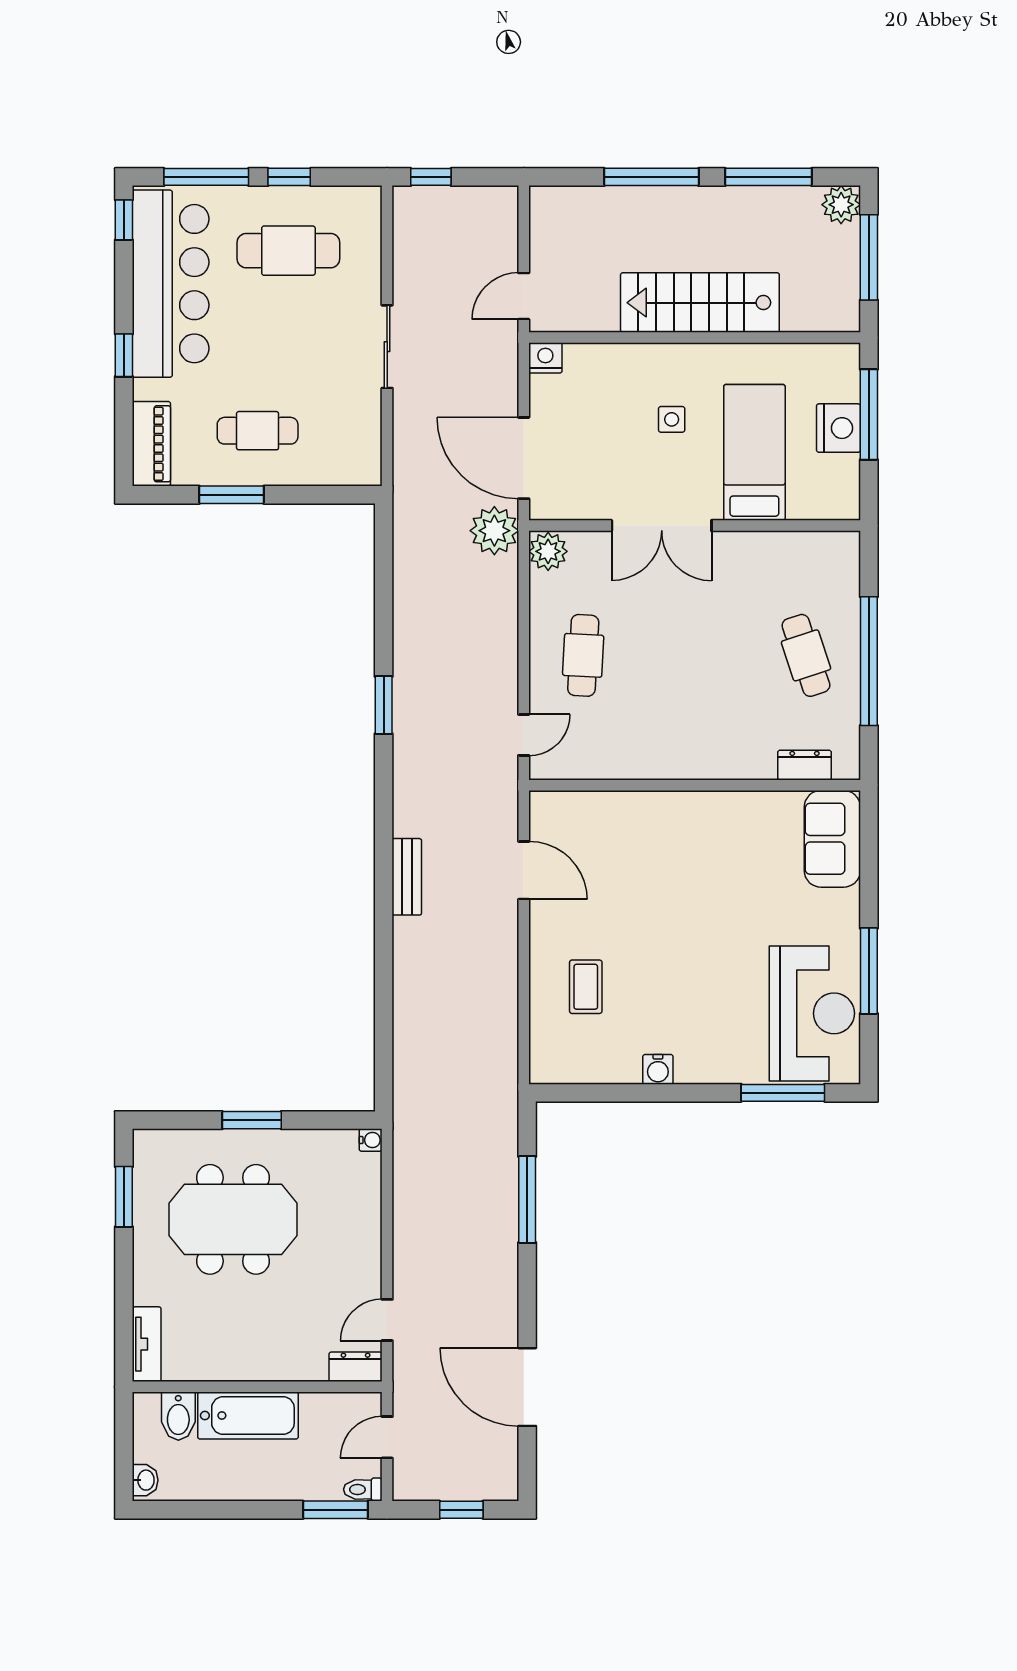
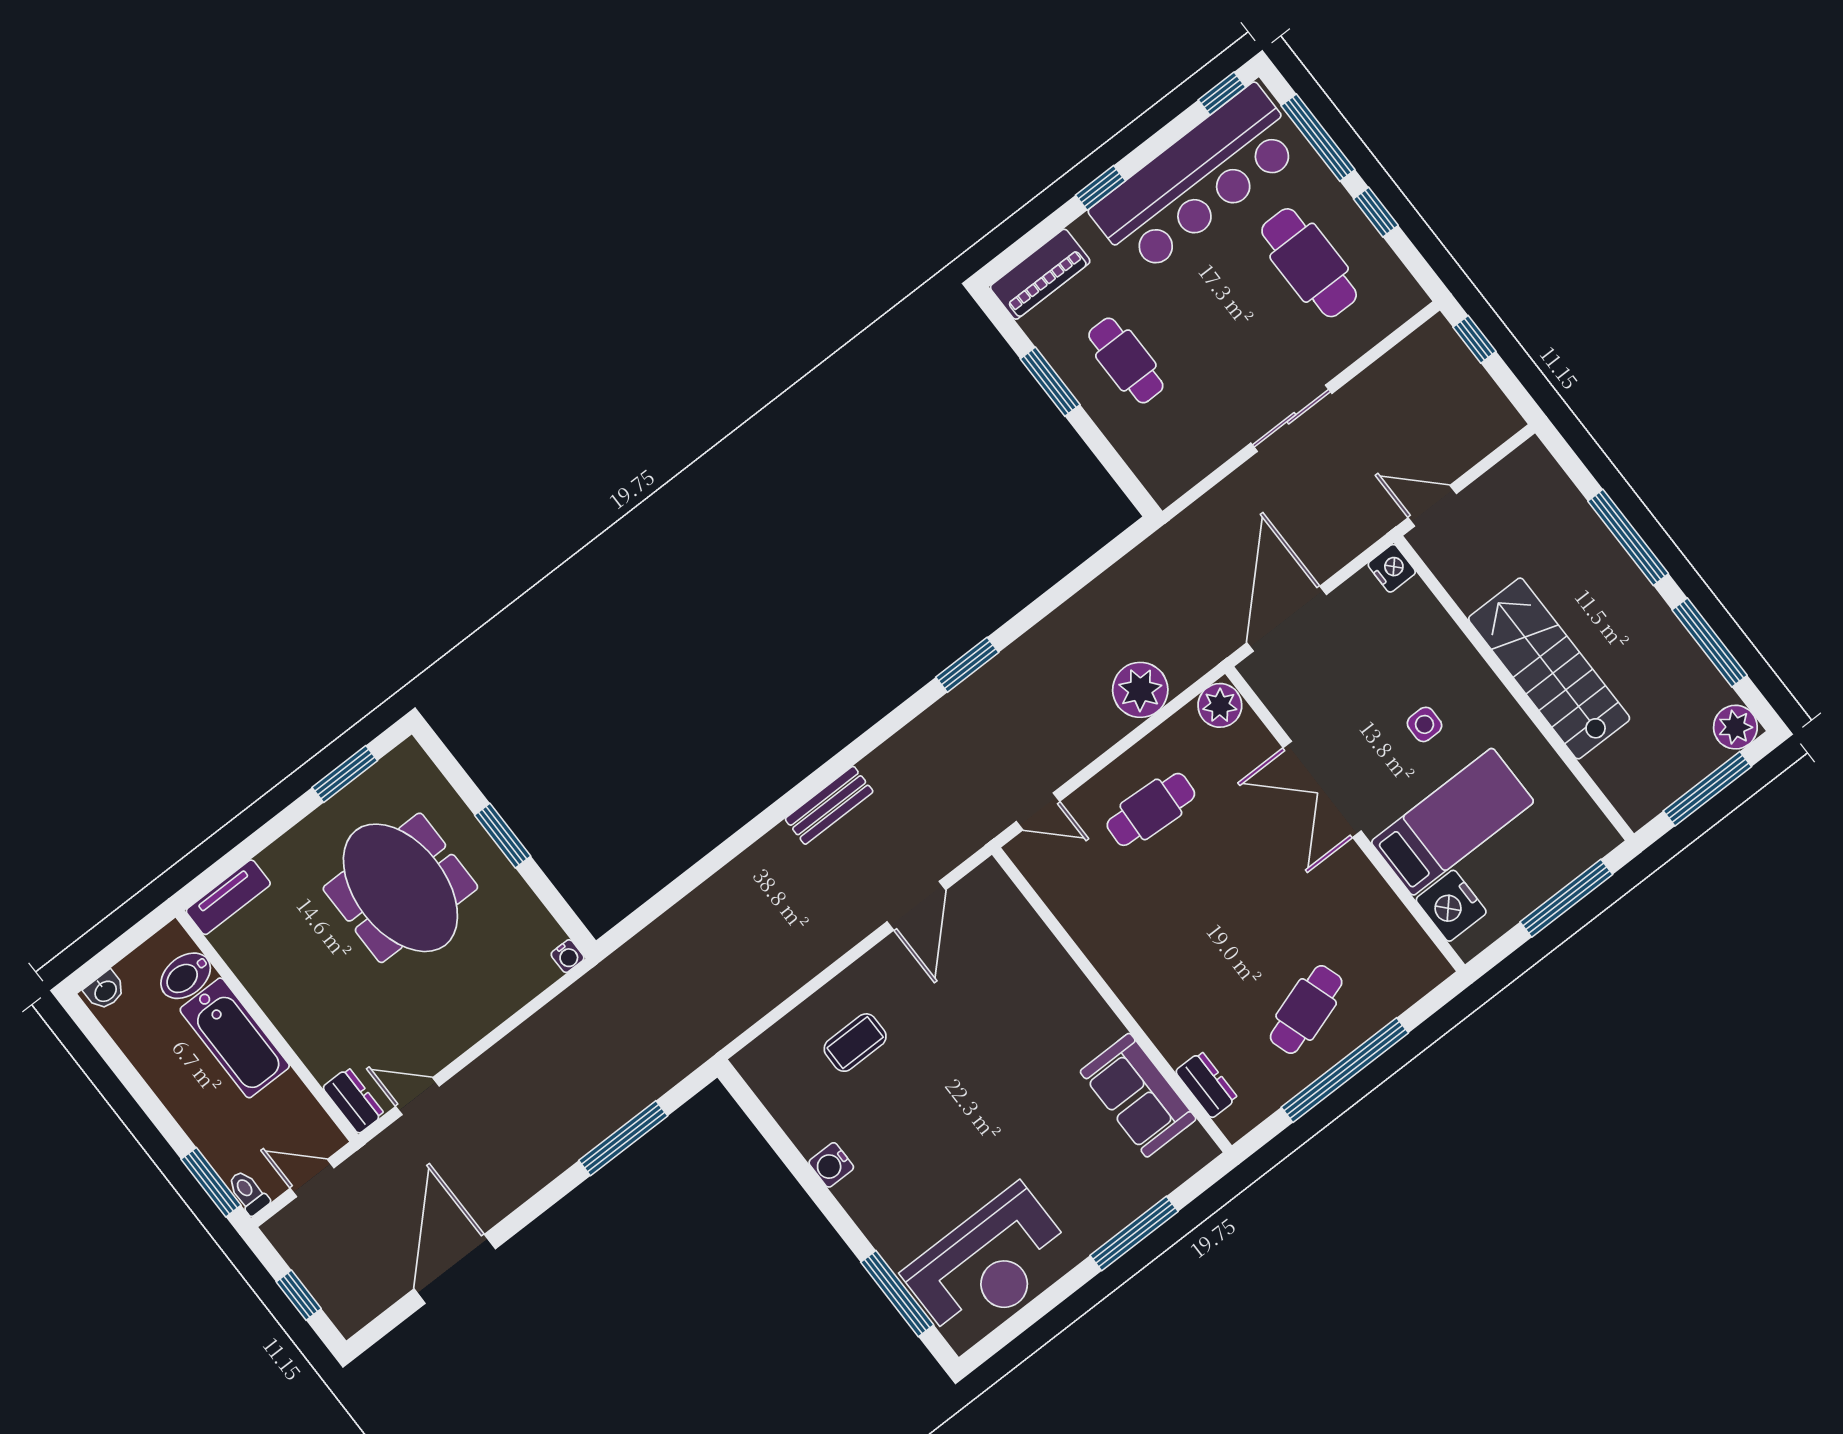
nightstand: (838, 428) -> (1451, 906), moved, turned 90
plant: (494, 531) -> (1140, 690), moved
sofa: (832, 839) -> (1138, 1095), moved, turned -90
window: (869, 971) -> (1134, 1233), moved

